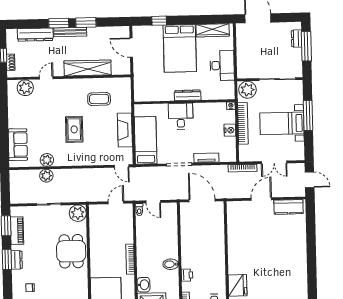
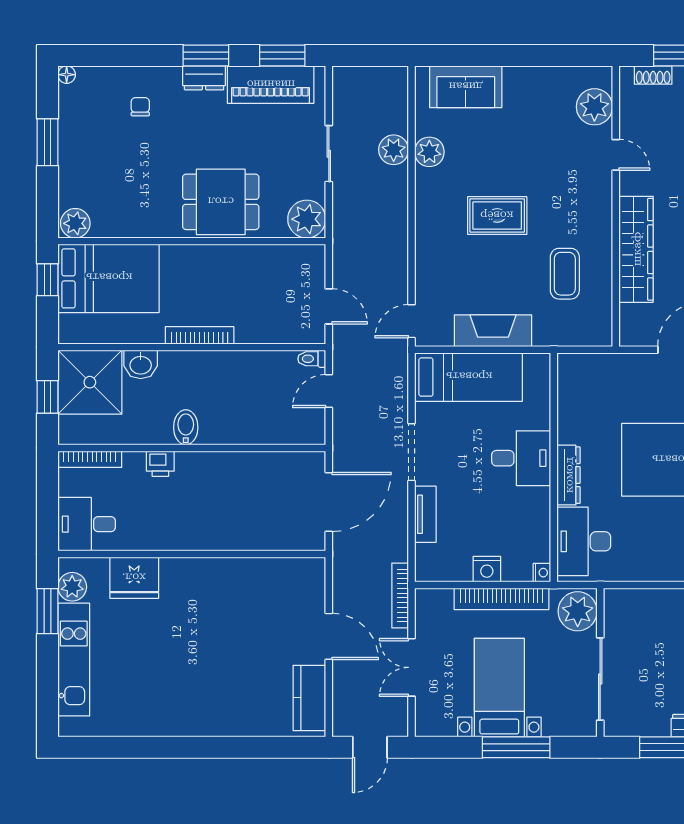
desk: (222, 65) -> (584, 541), moved, turned 90
piano: (17, 231) -> (271, 85), width x1.37, depth x1.33

